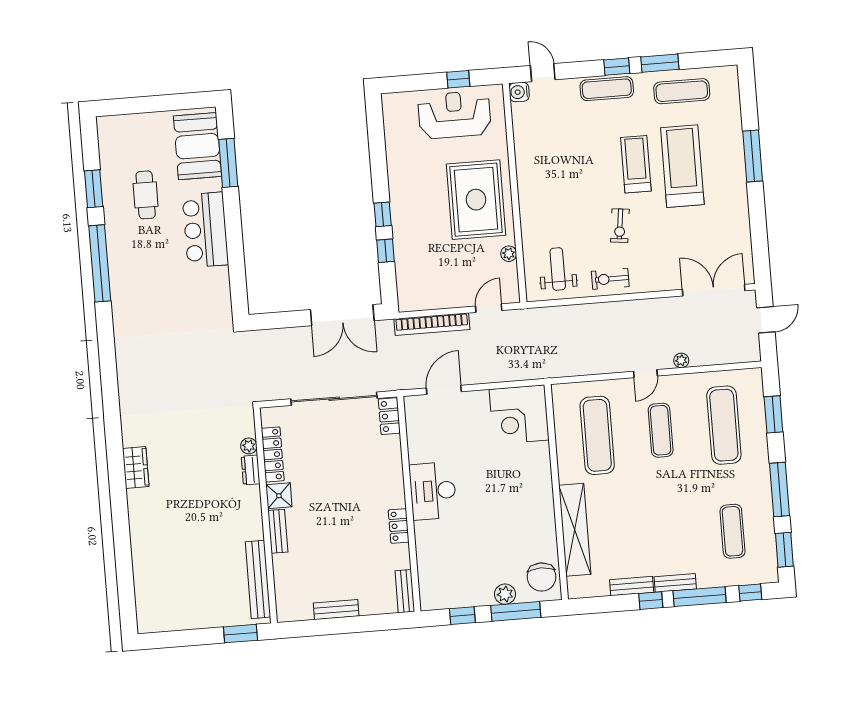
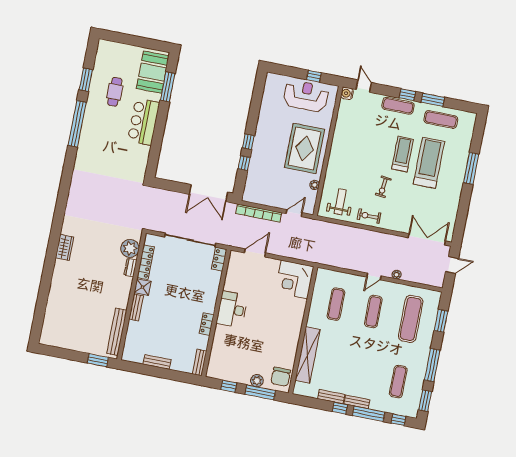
exercise mat: (597, 435) -> (336, 304), width x0.73, depth x0.69
plant: (249, 446) -> (130, 248), width x1.88, depth x1.88

